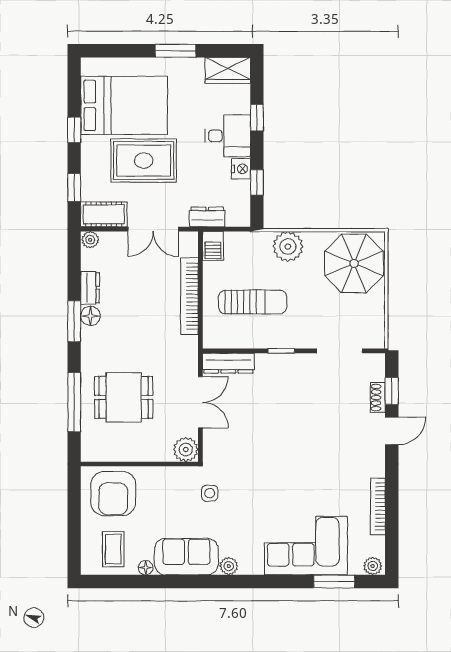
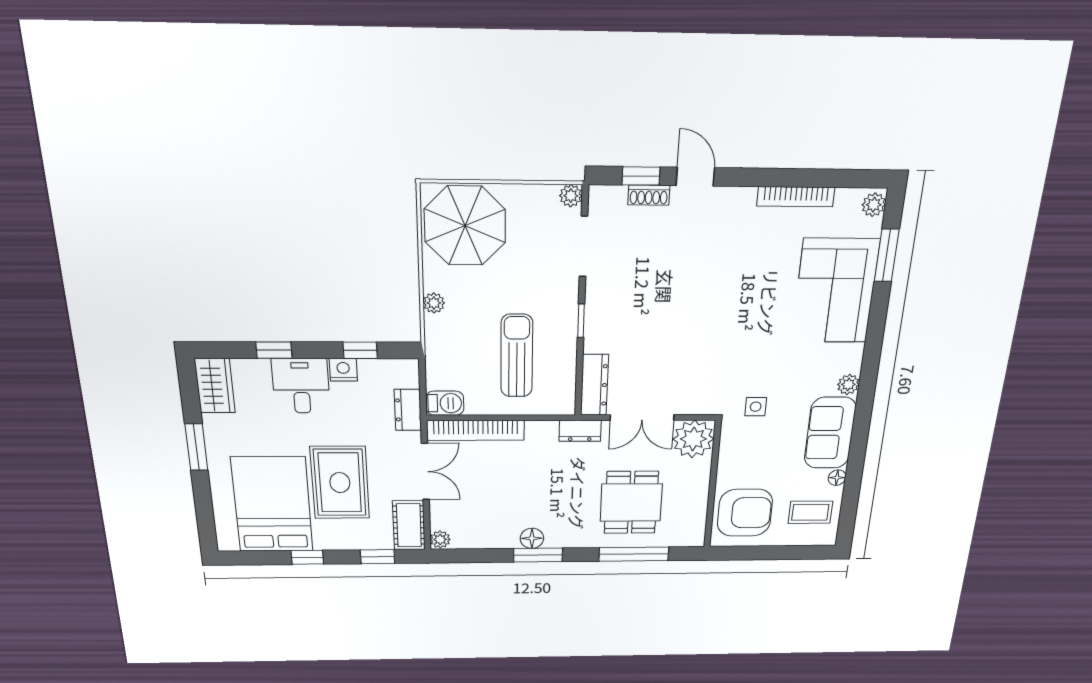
plant: (288, 246) -> (434, 303), width x0.53, depth x0.53
dresser: (90, 288) -> (580, 431), moved, turned 180
bookcase: (189, 296) -> (475, 430), moved
plant: (377, 340) -> (571, 196), added
double door: (200, 402) -> (642, 417), swing flipped
plant: (186, 449) -> (693, 439), width x1.36, depth x1.36

